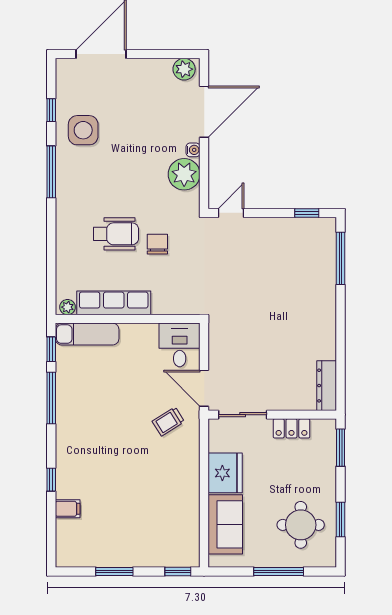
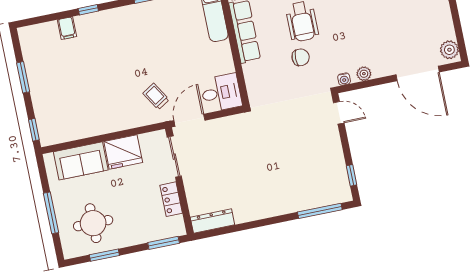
water cooler: (193, 150) -> (344, 79), moved
plant: (184, 174) -> (364, 74), width x0.53, depth x0.53

